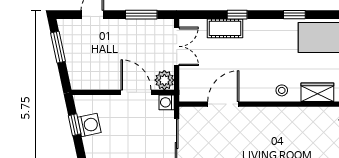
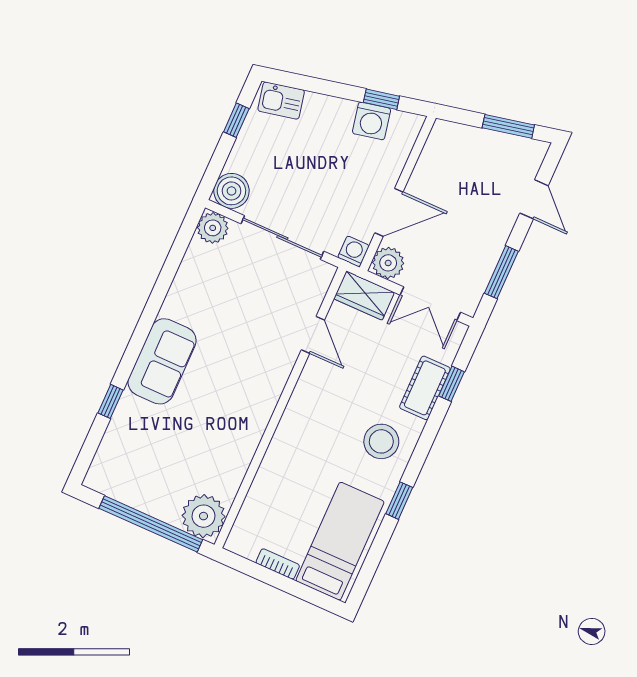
window: (237, 15) -> (451, 384), moved
stool: (282, 90) -> (381, 441), moved, width x1.89, depth x1.89
wardrobe: (317, 92) -> (364, 296), moved, turned 90
door: (223, 104) -> (313, 335), width x0.73

